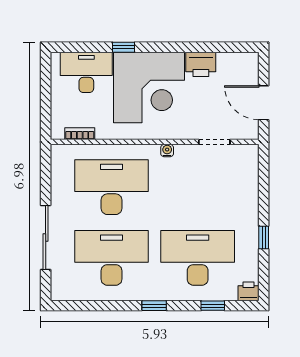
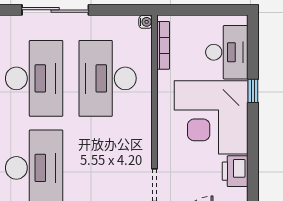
bookcase: (80, 134) -> (163, 45), width x1.56
water cooler: (167, 151) -> (146, 22), moved
desk: (112, 187) -> (108, 78), turned 180

